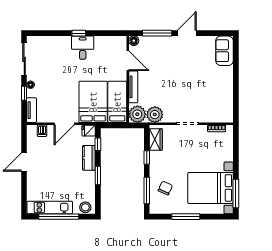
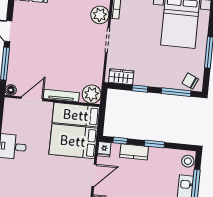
plant: (155, 115) -> (100, 15), moved
door: (64, 124) -> (94, 175), hinge flipped
chair: (165, 188) -> (190, 81), moved

